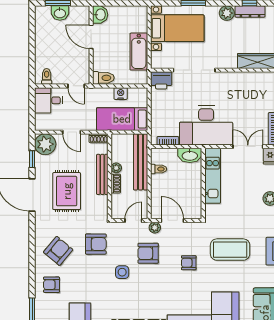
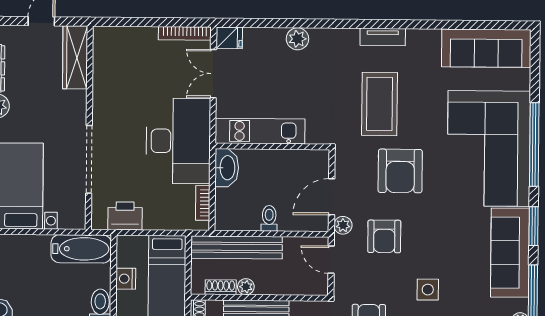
bathtub: (139, 52) -> (81, 249), moved
printer: (161, 80) -> (125, 216), moved, turned -90
toilet: (159, 169) -> (269, 218), moved
shoe rack: (116, 184) -> (221, 287), moved
armchair: (189, 263) -> (400, 171), width x1.88, depth x1.88
side table: (122, 272) -> (428, 290), moved

